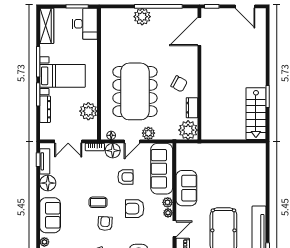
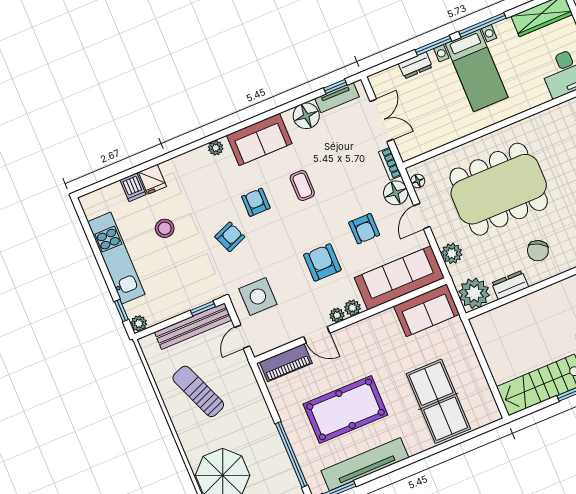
dresser: (45, 109) -> (415, 65), width x0.70
plant: (88, 111) -> (440, 132), removed
plant: (148, 133) -> (452, 253), moved
double door: (68, 141) -> (382, 120), swing flipped
door: (132, 141) -> (422, 216), hinge flipped
table tennis table: (241, 176) -> (438, 401), added
sofa: (186, 188) -> (427, 310), moved
coffee table: (98, 202) -> (302, 186), moved
armchair: (105, 224) -> (256, 202), moved, turned -93

